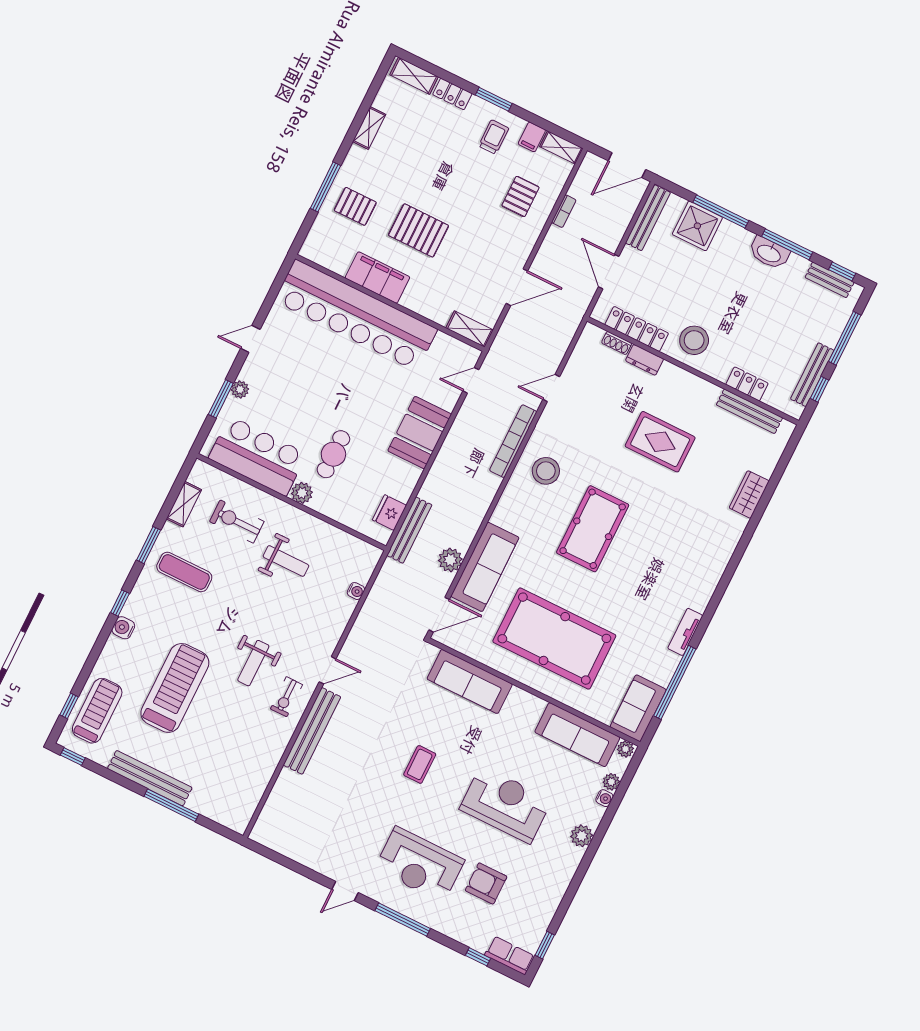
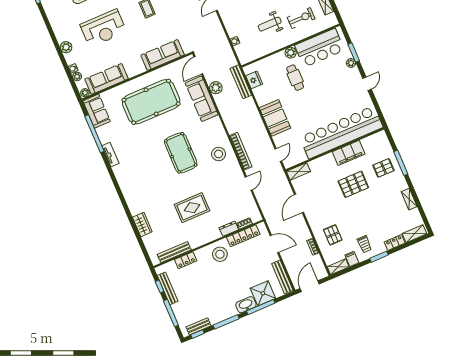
washbasin: (769, 253) -> (246, 305), moved

